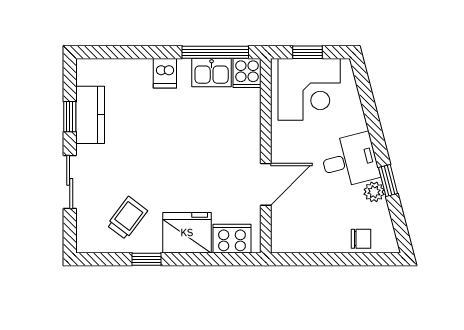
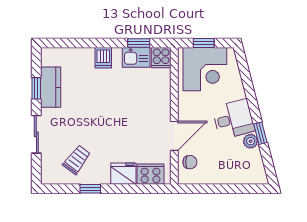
window: (215, 52) -> (139, 43), width x0.46
fridge: (187, 233) -> (123, 174), width x0.73, depth x0.75
chair: (361, 239) -> (190, 162), moved

